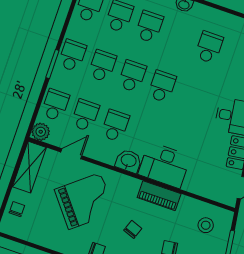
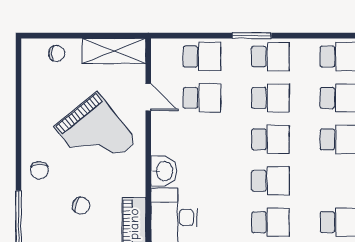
school desk: (115, 126) -> (270, 222), moved
plant: (41, 132) -> (163, 50), removed

